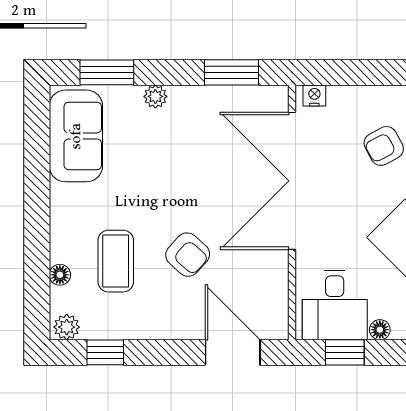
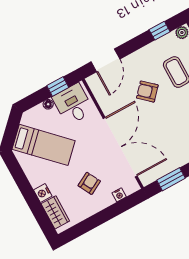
nightstand: (314, 95) -> (119, 195), moved
door: (233, 352) -> (105, 60), hinge flipped

